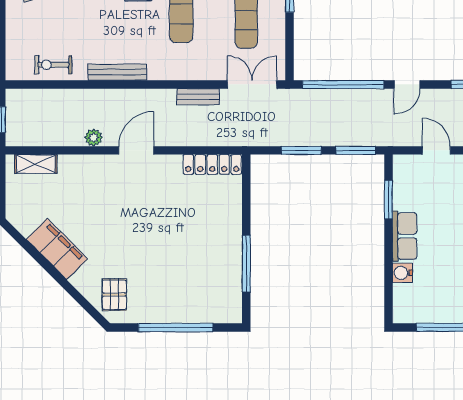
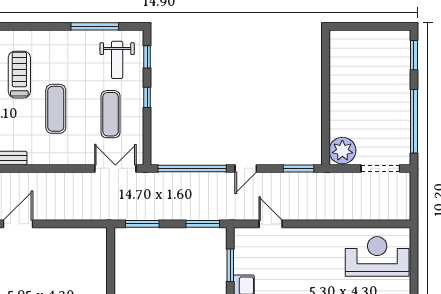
bench: (198, 97) -> (70, 179), removed
window: (301, 150) -> (142, 224), moved
locker: (212, 164) -> (82, 236), removed

